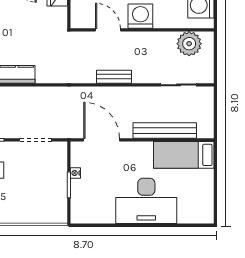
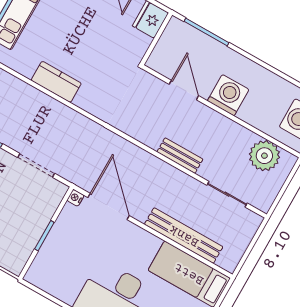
bench: (114, 77) -> (180, 156), moved
nightstand: (75, 173) -> (76, 198), moved

